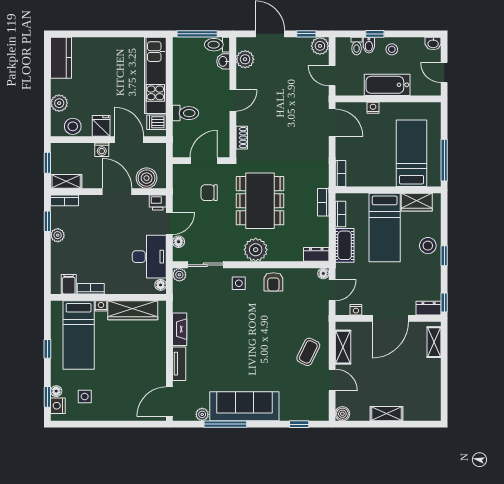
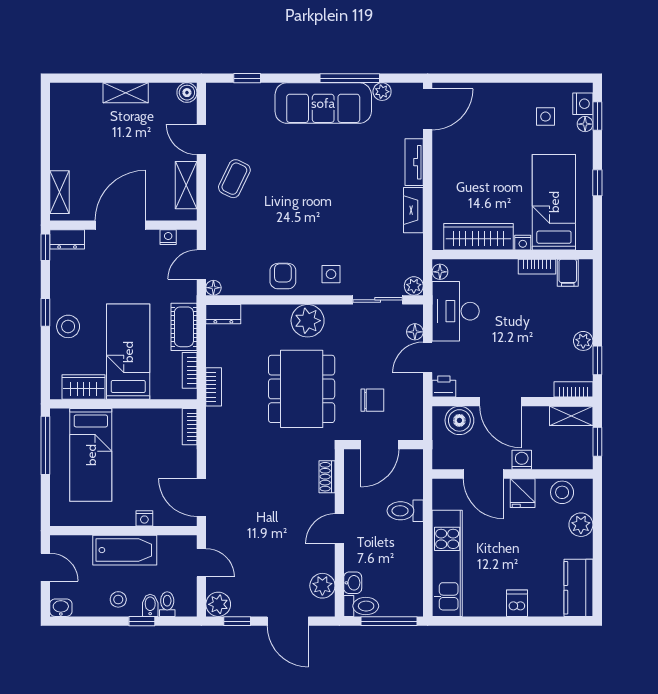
dishwasher: (157, 122) -> (517, 603), moved, turned -90

